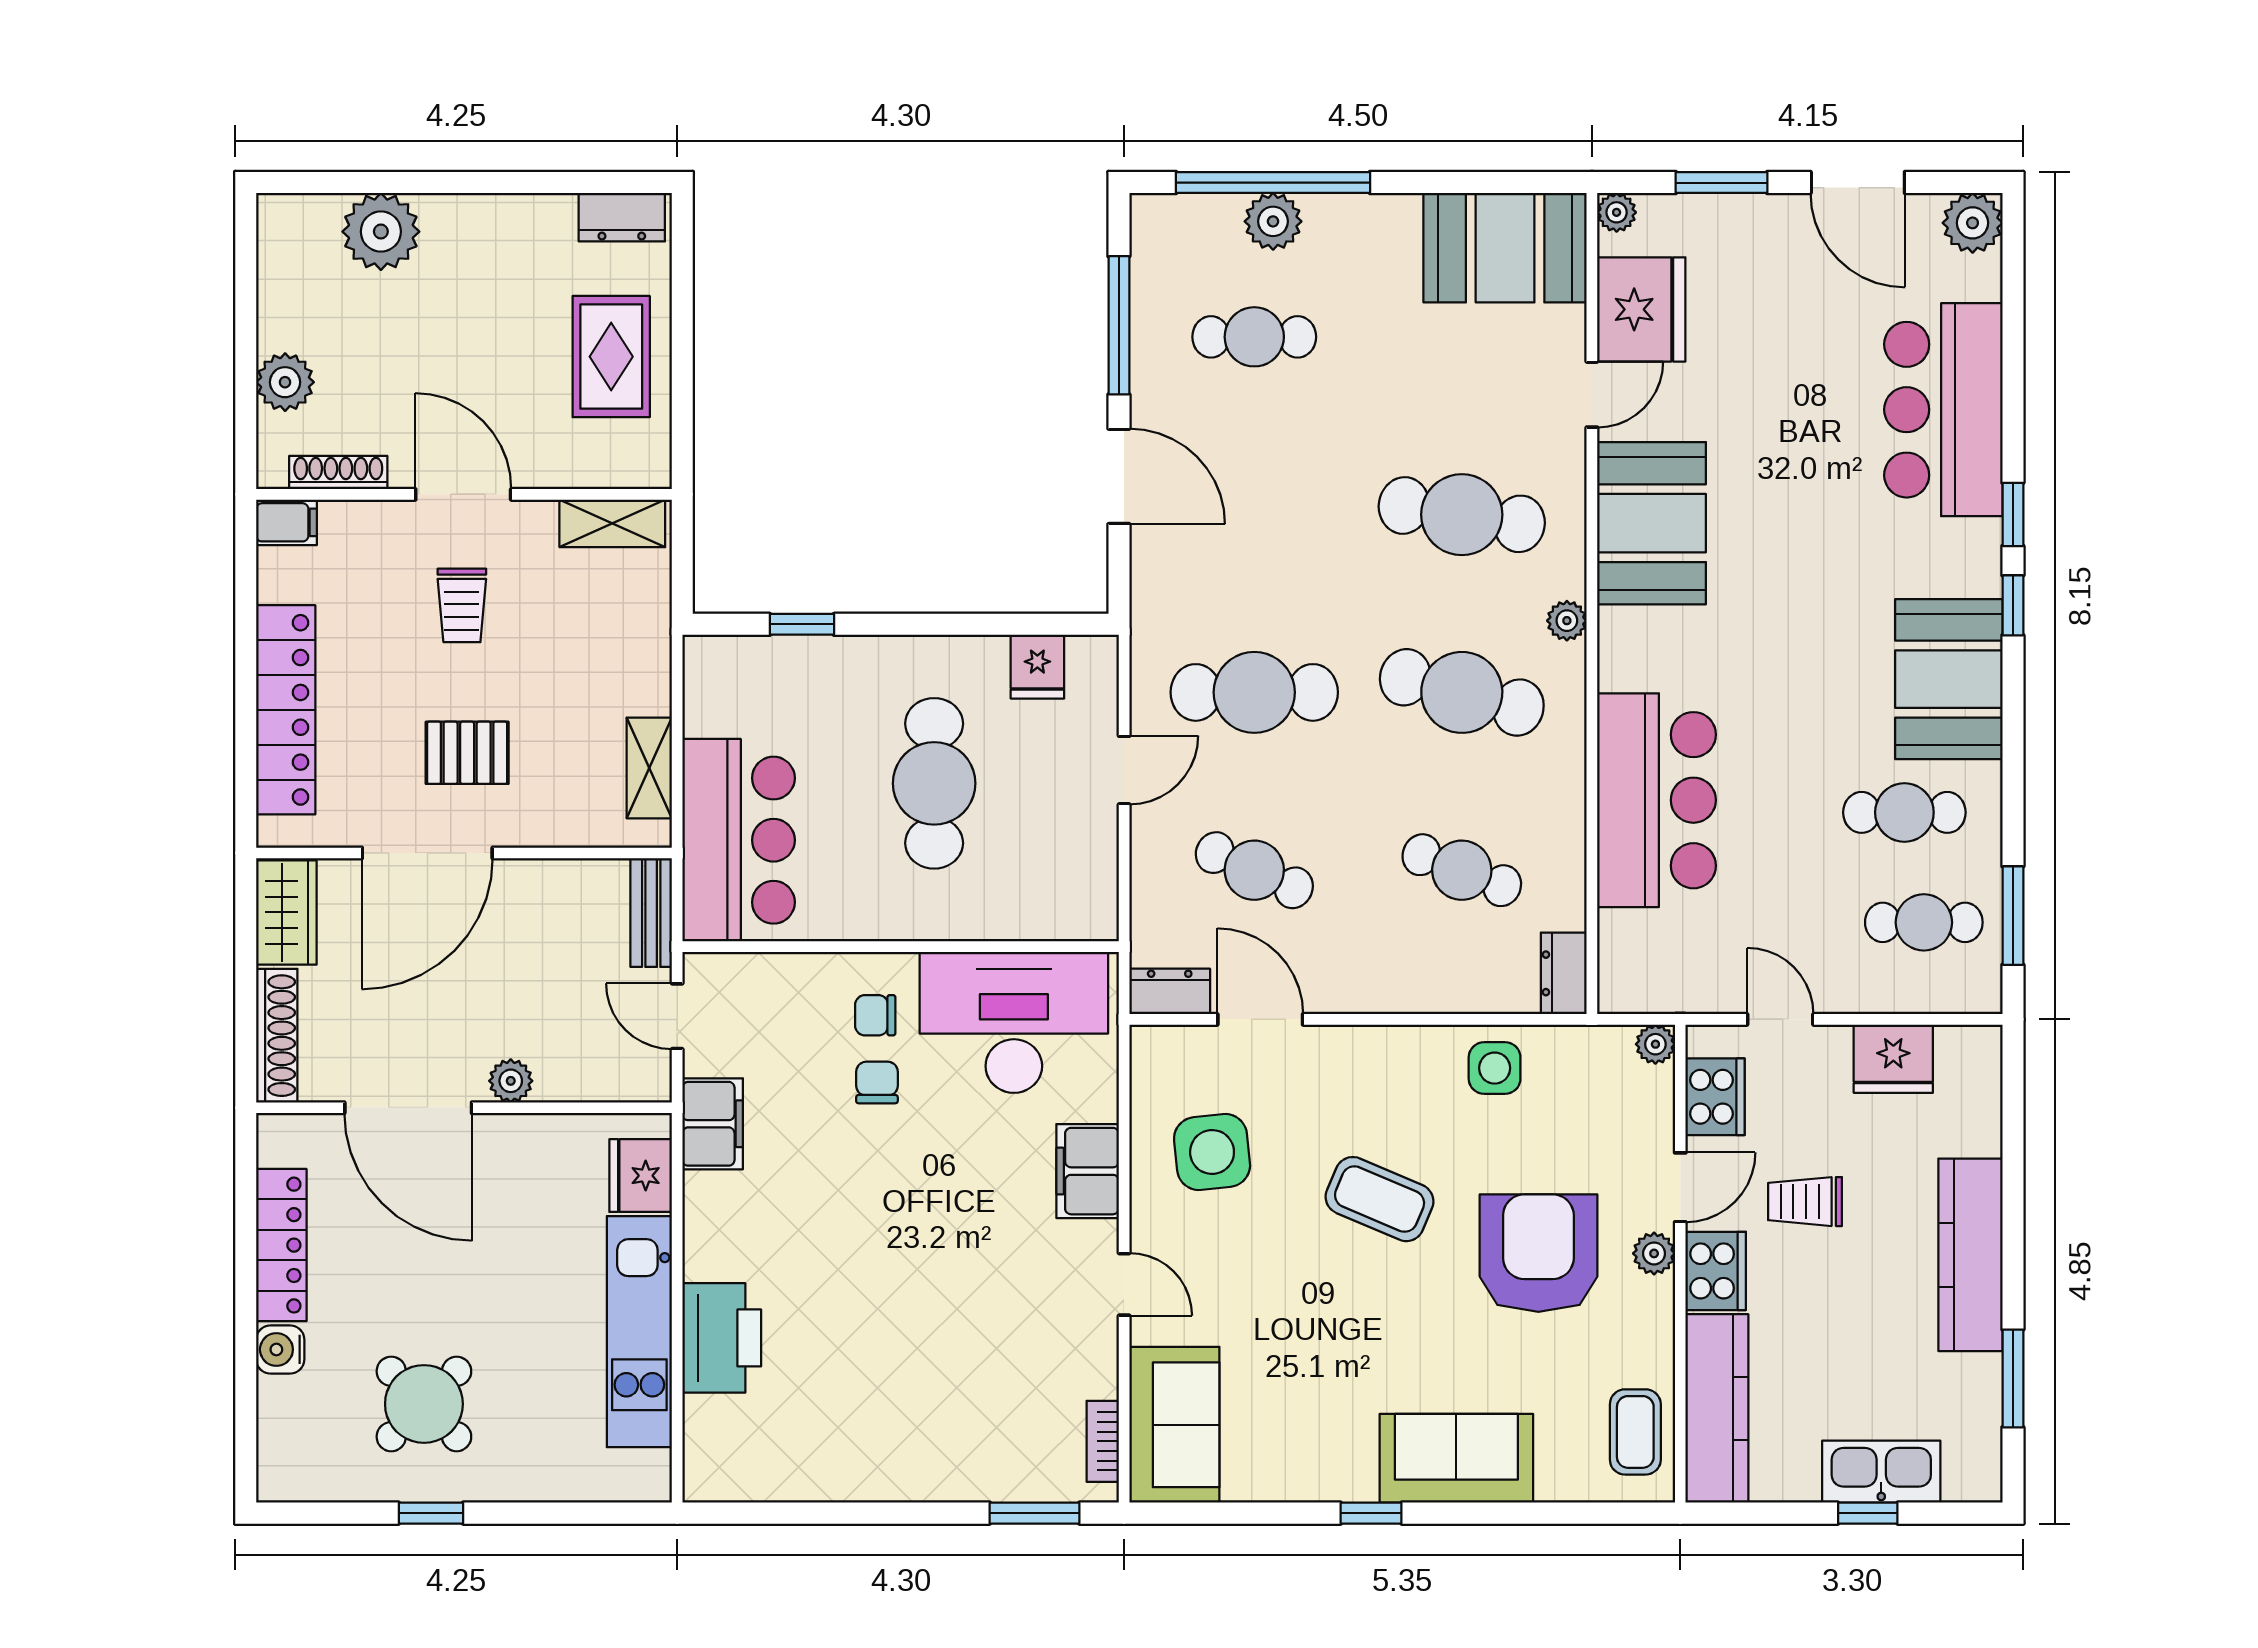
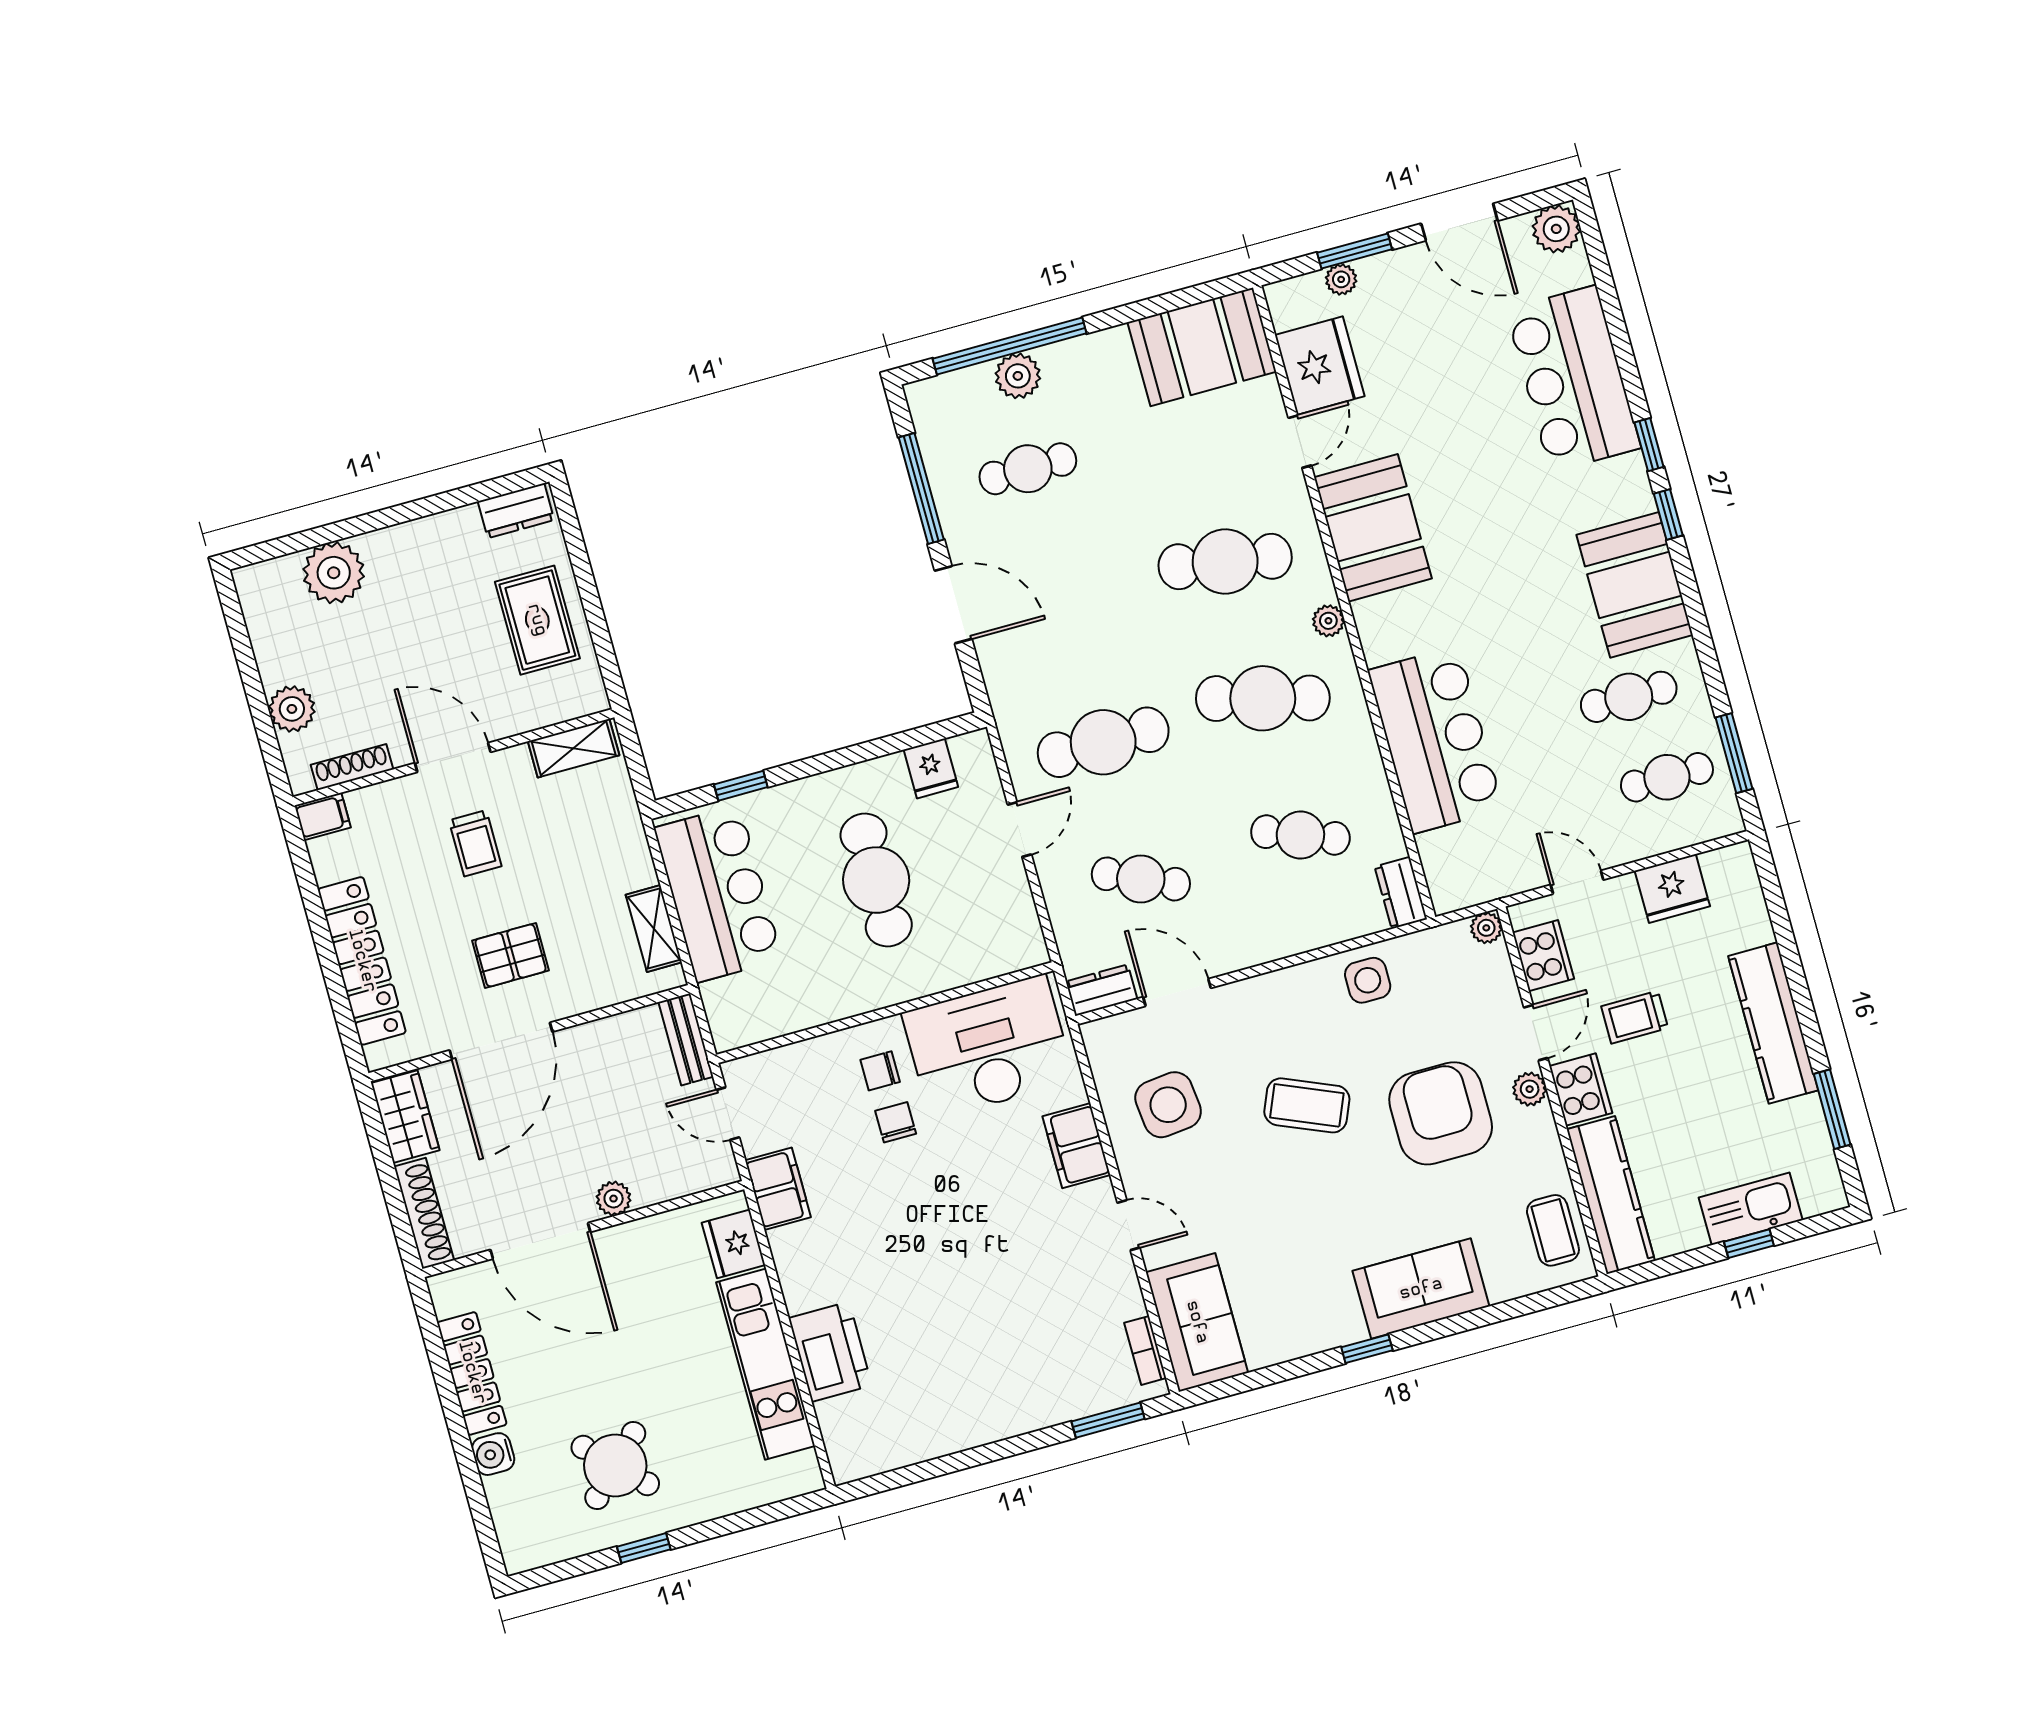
plant: (1617, 212) -> (1341, 279), moved
bar counter: (739, 840) -> (718, 894), moved

